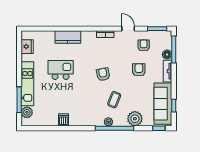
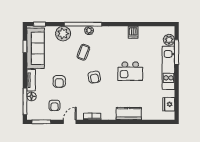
door: (128, 29) -> (70, 122), swing flipped
kitchen island: (61, 70) -> (130, 71), moved

